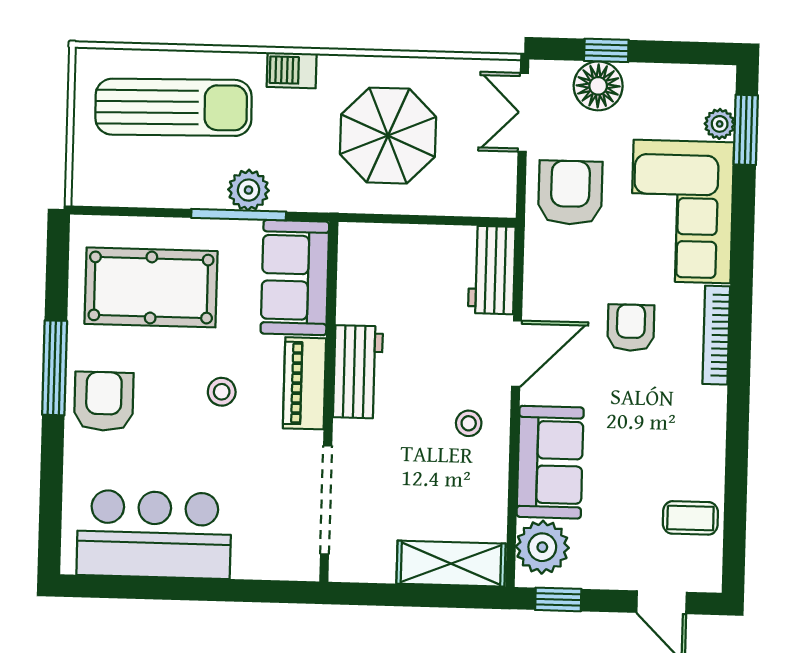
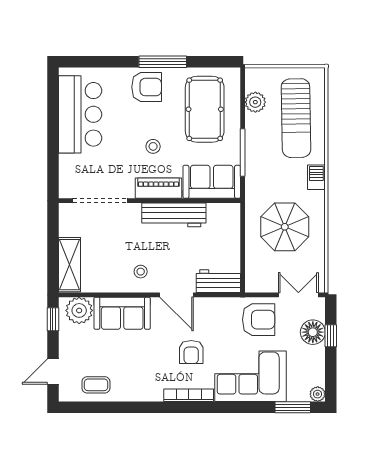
plant: (720, 124) -> (318, 394), moved
plant: (249, 190) -> (255, 102), moved
armchair: (631, 328) -> (191, 352), turned 90
workbench: (358, 372) -> (174, 215), width x1.38
coffee table: (690, 518) -> (96, 385), turned 90

